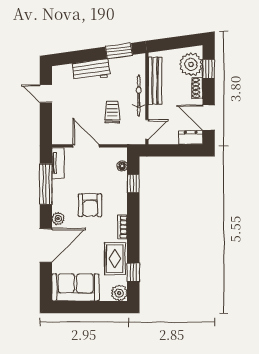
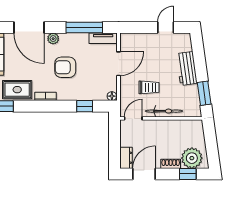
bench: (155, 81) -> (177, 126), removed
door: (147, 130) -> (133, 118), swing flipped
floor lamp: (122, 166) -> (112, 96), moved

